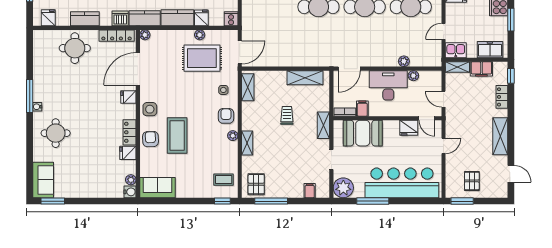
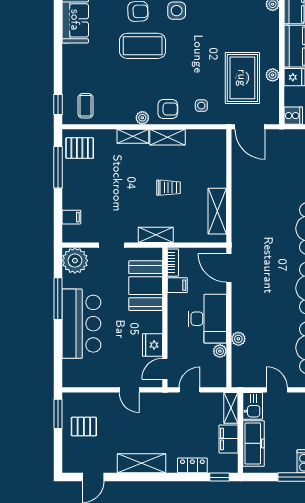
freezer: (490, 50) -> (254, 443), width x1.40
shelving: (248, 87) -> (167, 137), moved
bar counter: (402, 183) -> (81, 324), width x0.73

